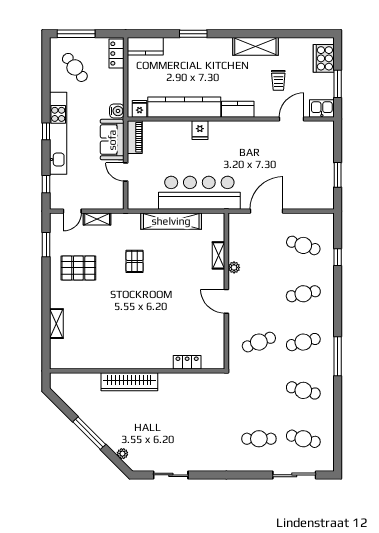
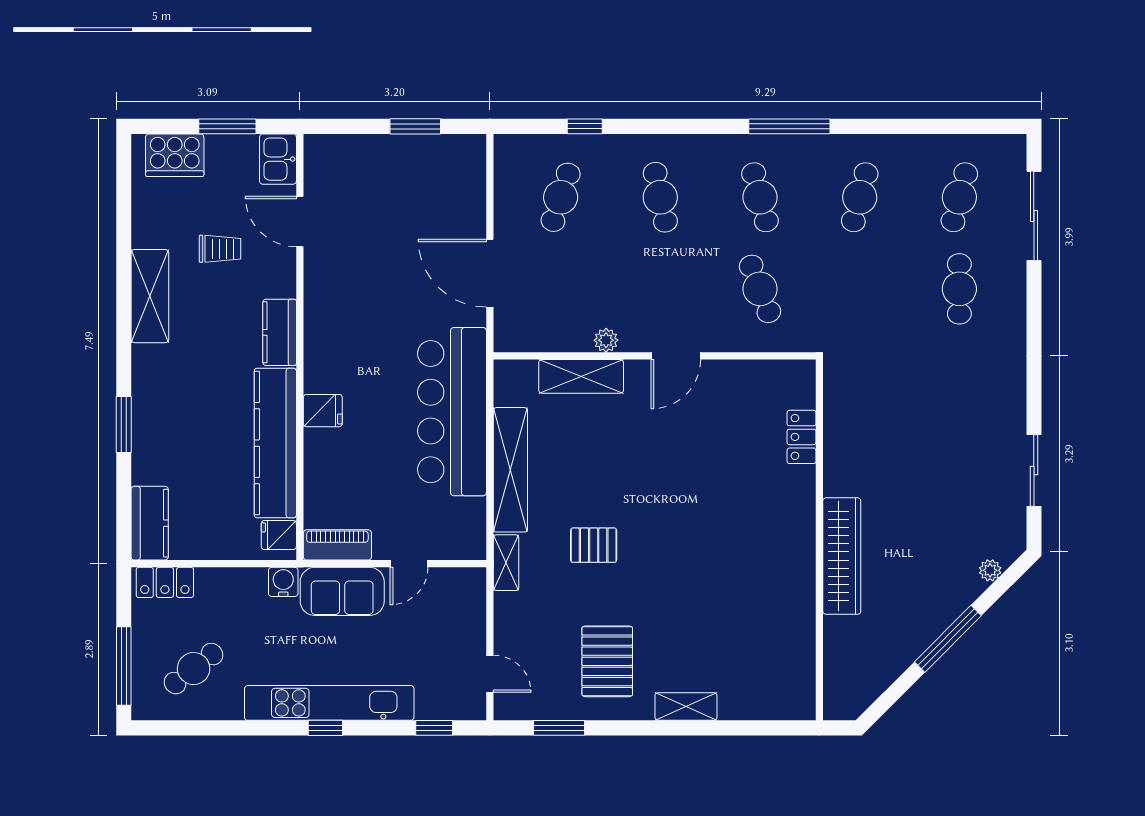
shelving: (97, 219) -> (506, 563), moved
shelving: (219, 255) -> (581, 376), width x1.50, depth x1.33
shelving: (56, 324) -> (686, 707), moved

